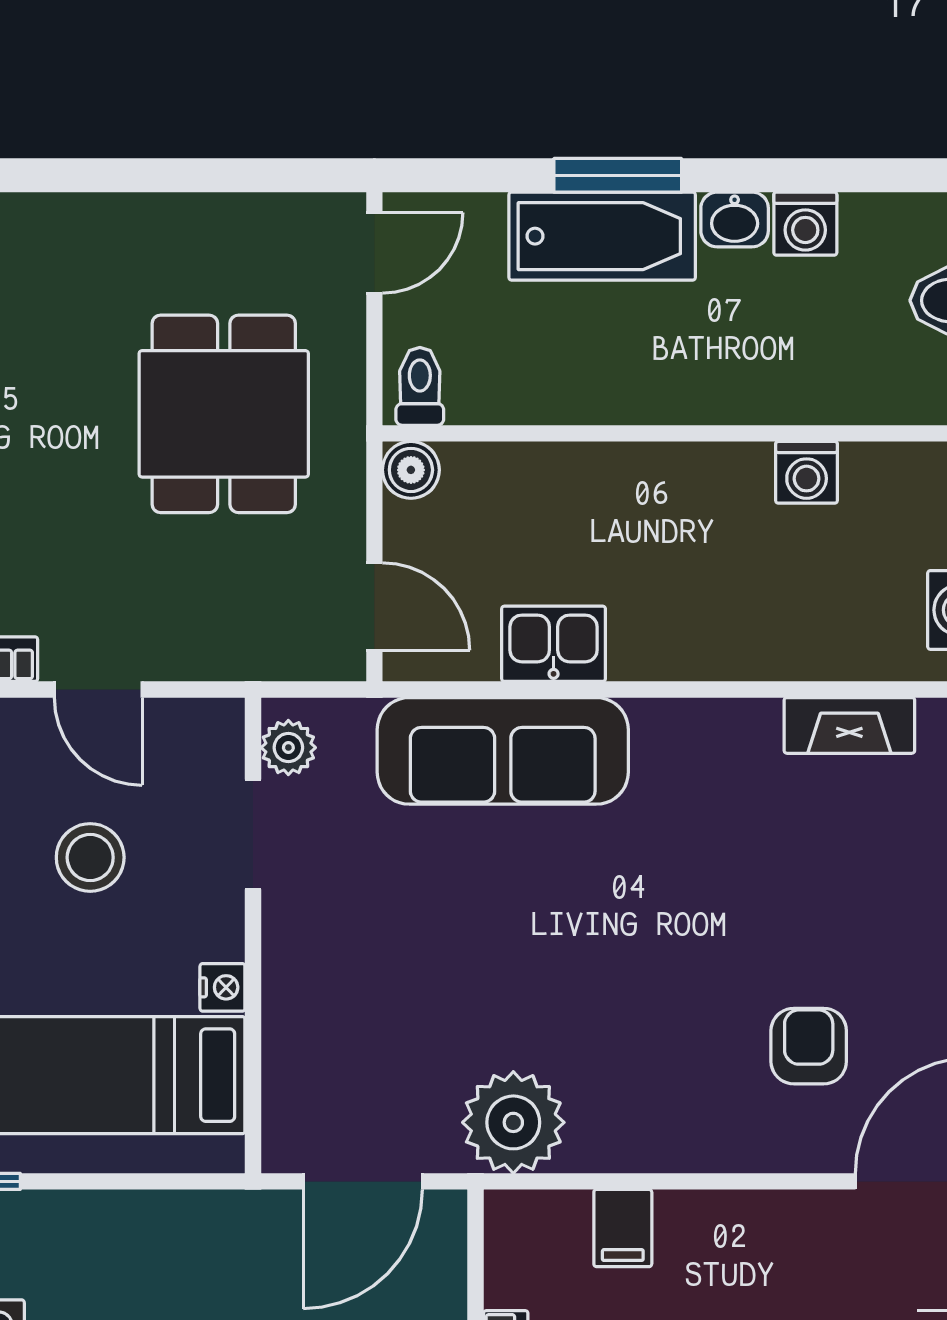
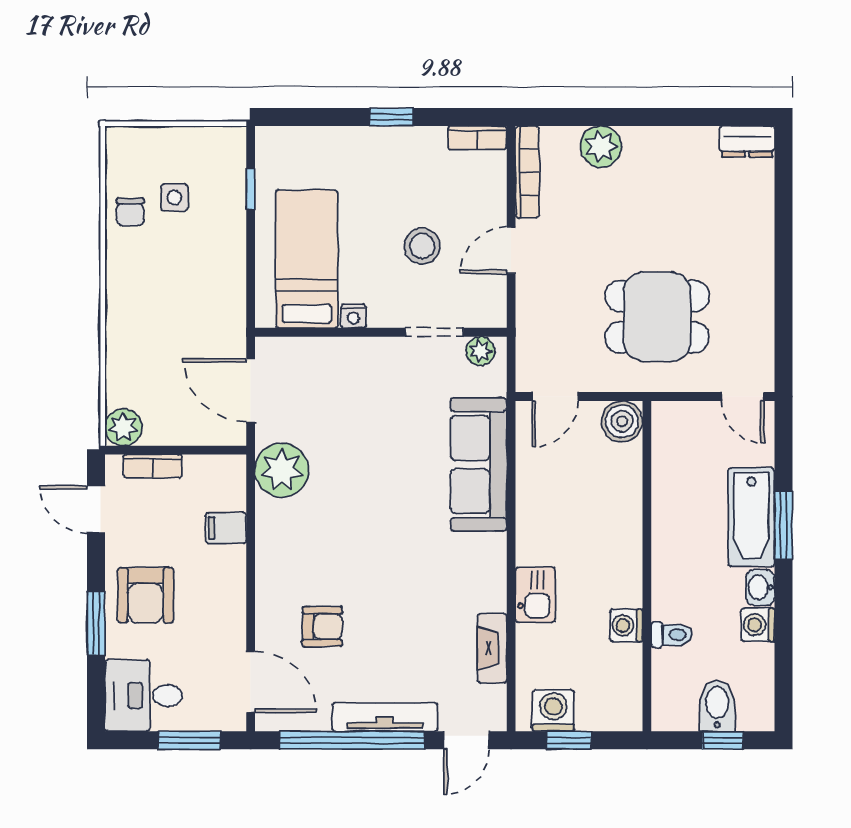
toilet: (420, 386) -> (672, 635), moved
boiler: (411, 470) -> (622, 421), width x1.36, depth x1.36
kitchen sink: (554, 644) -> (535, 595), moved

